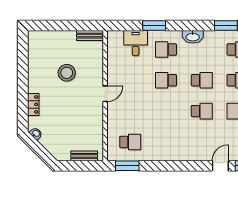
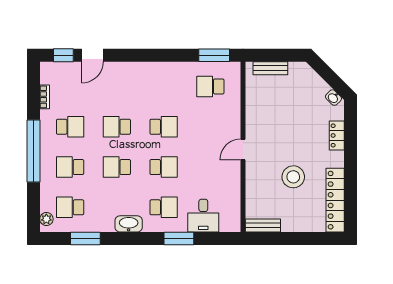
locker: (35, 55) -> (335, 200), added
school desk: (166, 111) -> (164, 127), added

